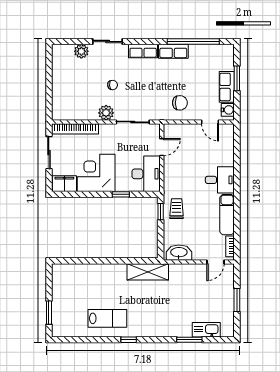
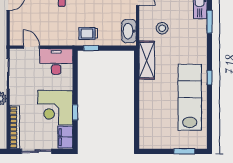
window: (121, 194) -> (75, 112), moved
stool: (182, 288) -> (162, 28), added
lab bench: (107, 318) -> (190, 97), width x1.86, depth x1.39

